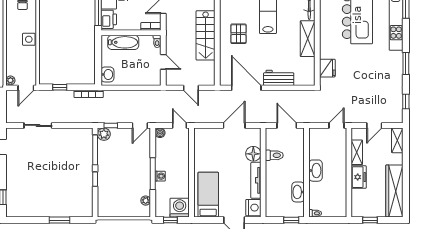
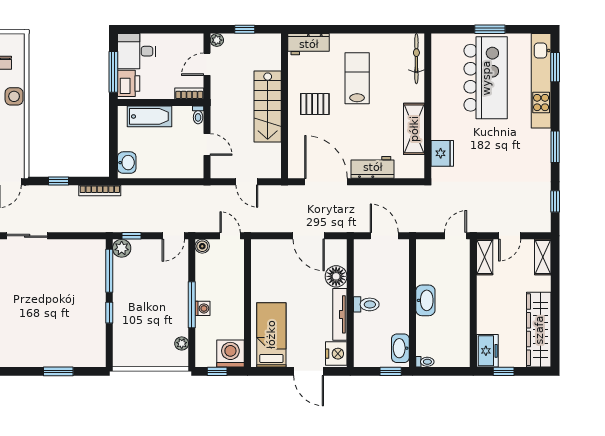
pallet: (238, 34) -> (315, 104), turned 90
side table: (29, 39) -> (14, 96), moved
shelving: (308, 39) -> (414, 129), moved
door: (234, 125) -> (309, 236), swing flipped
shelving: (357, 152) -> (485, 257), moved
toilet: (274, 155) -> (366, 304), moved
freezer: (359, 177) -> (487, 351), moved
washbasin: (298, 192) -> (400, 348), moved

